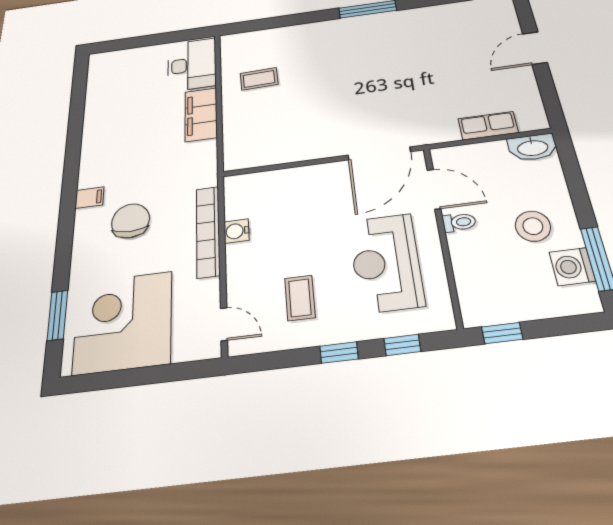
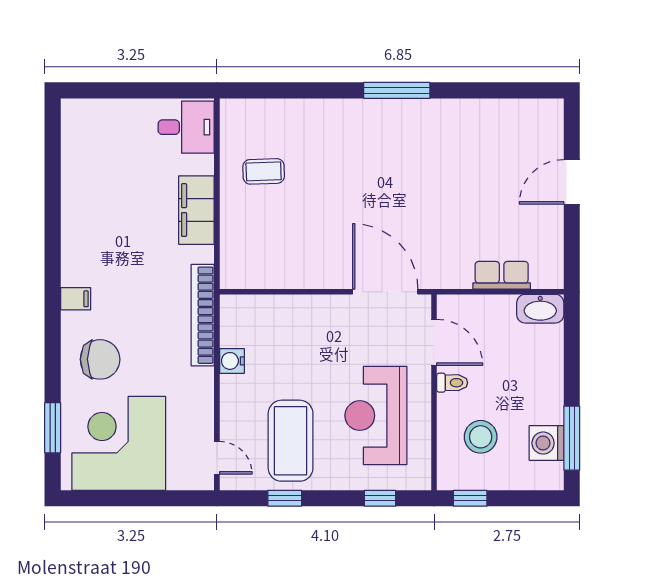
desk: (192, 65) -> (186, 127), width x0.73
door: (379, 153) -> (385, 292), swing flipped
chair: (130, 221) -> (100, 359), moved, turned 90
stool: (533, 226) -> (481, 437), moved
bookcase: (208, 231) -> (203, 315), moved
coffee table: (300, 298) -> (291, 441), width x1.86, depth x1.72
window: (339, 353) -> (285, 498), moved

